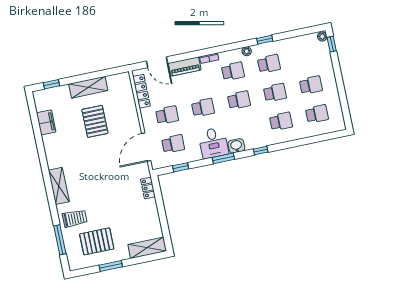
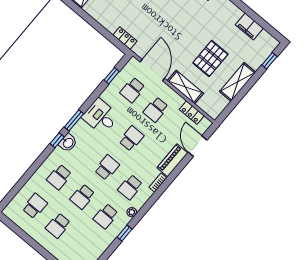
door: (157, 62) -> (198, 146), hinge flipped
locker: (141, 91) -> (192, 113), width x0.66
school desk: (239, 100) -> (107, 168), turned 180
school desk: (203, 108) -> (131, 139), turned 180
school desk: (317, 114) -> (35, 206), turned 180
shelving: (131, 115) -> (185, 87), added
pallet: (95, 121) -> (210, 58), turned 90
washbasin: (236, 146) -> (68, 143), moved
window: (223, 158) -> (74, 120), moved

